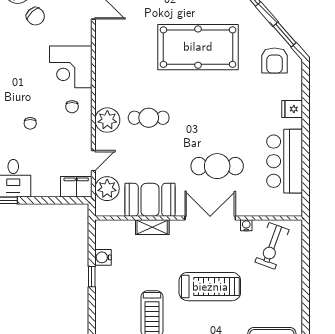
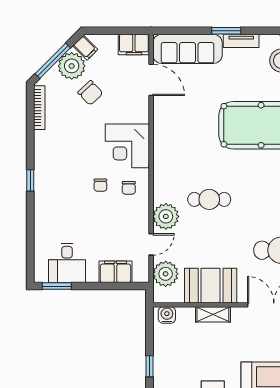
plant: (107, 120) -> (166, 216), moved
chair: (30, 123) -> (100, 185), moved
filing cabinet: (76, 187) -> (115, 272), moved
water cooler: (103, 257) -> (167, 315), moved, turned 90

